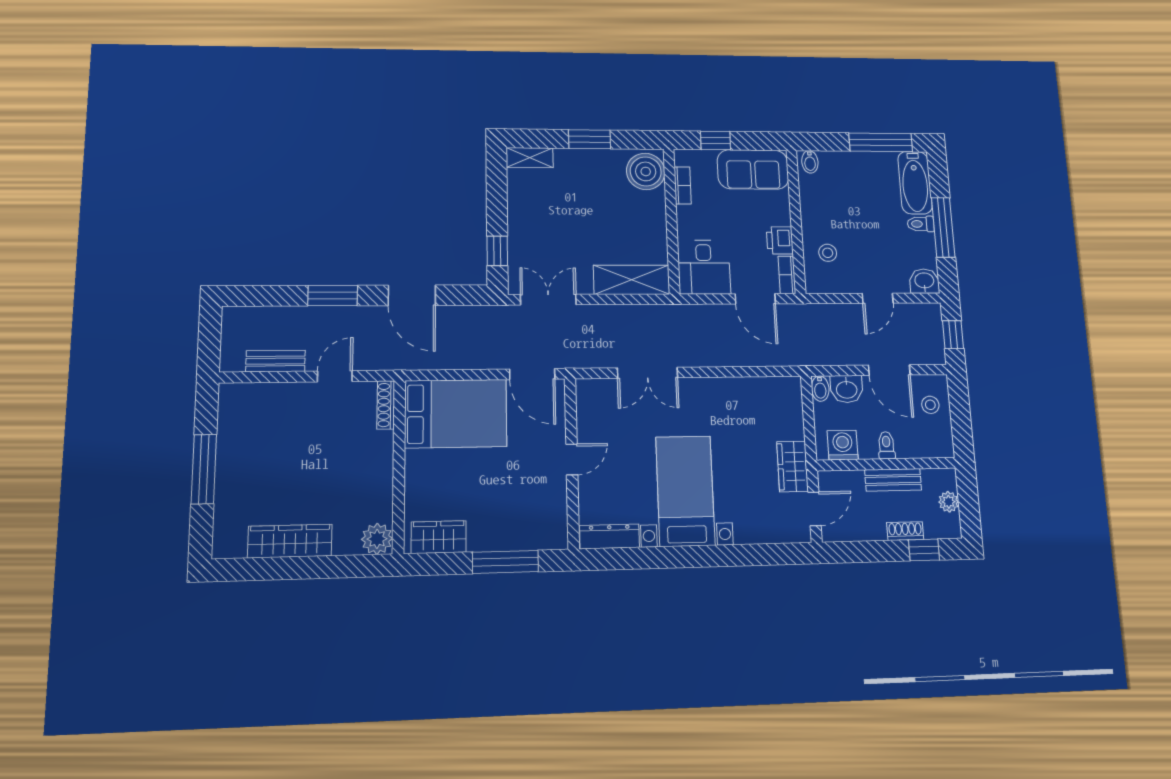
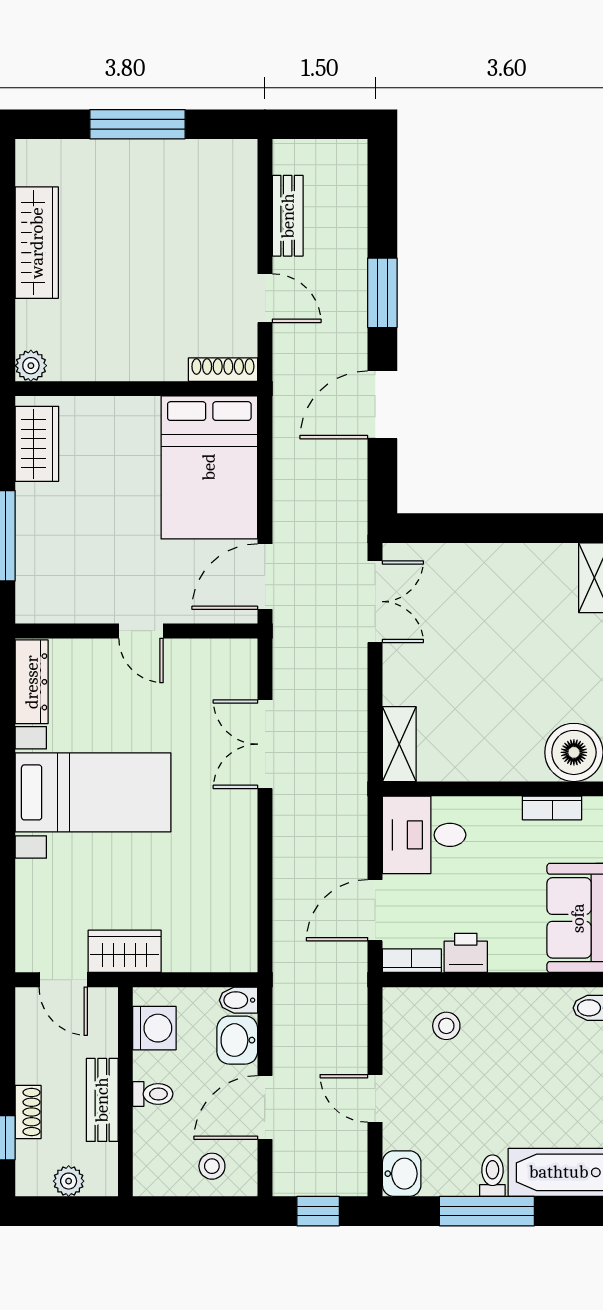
window: (497, 251) -> (449, 528), removed
shelving: (632, 280) -> (399, 744), width x0.67, depth x0.75
plant: (377, 539) -> (31, 366), width x0.73, depth x0.73

